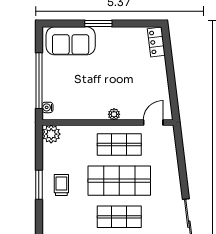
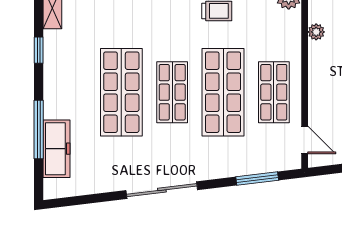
plant: (114, 114) -> (316, 32), moved
window: (181, 156) -> (257, 178), added

